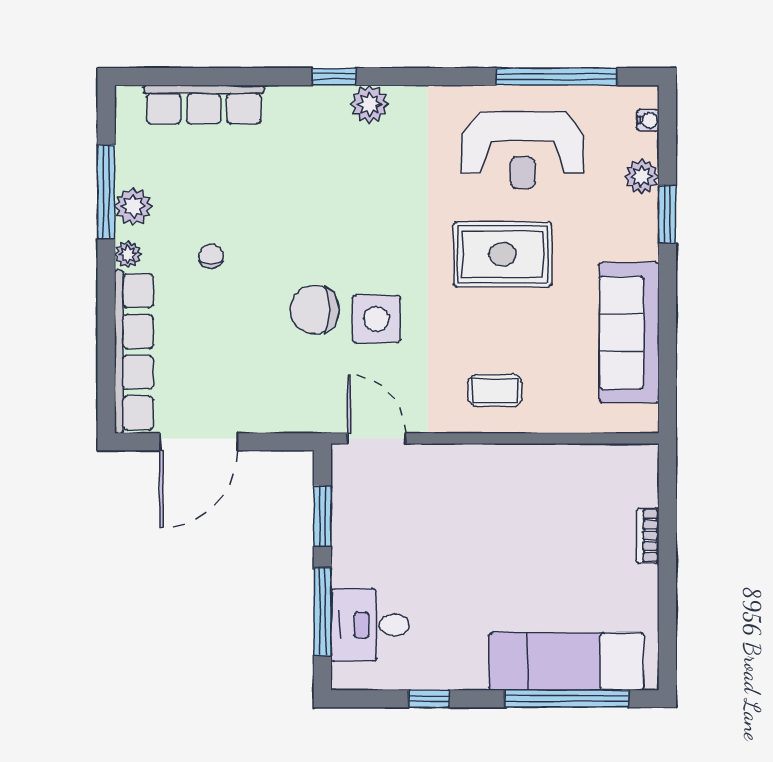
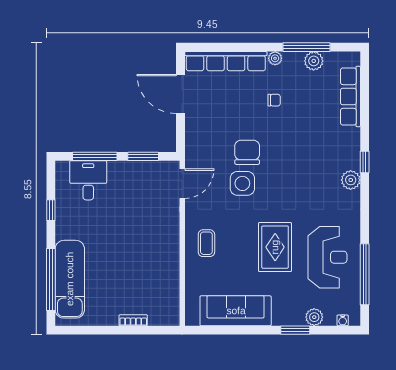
reception desk: (523, 150) -> (327, 257), turned 180
plant: (133, 206) -> (314, 61), moved

